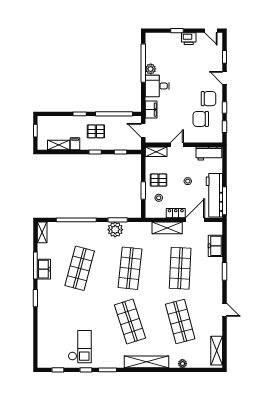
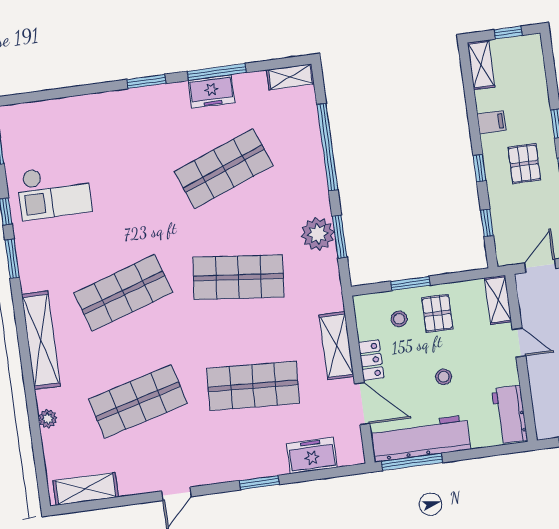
shelving: (59, 145) -> (481, 65), moved
shop shelf: (80, 268) -> (224, 169), turned -36

